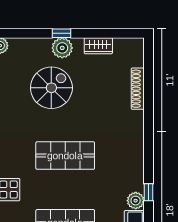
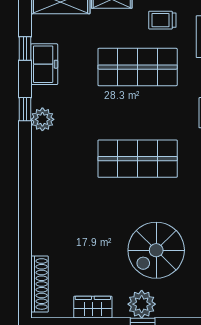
shoe rack: (138, 89) -> (40, 284), moved
plant: (136, 201) -> (42, 119), moved

